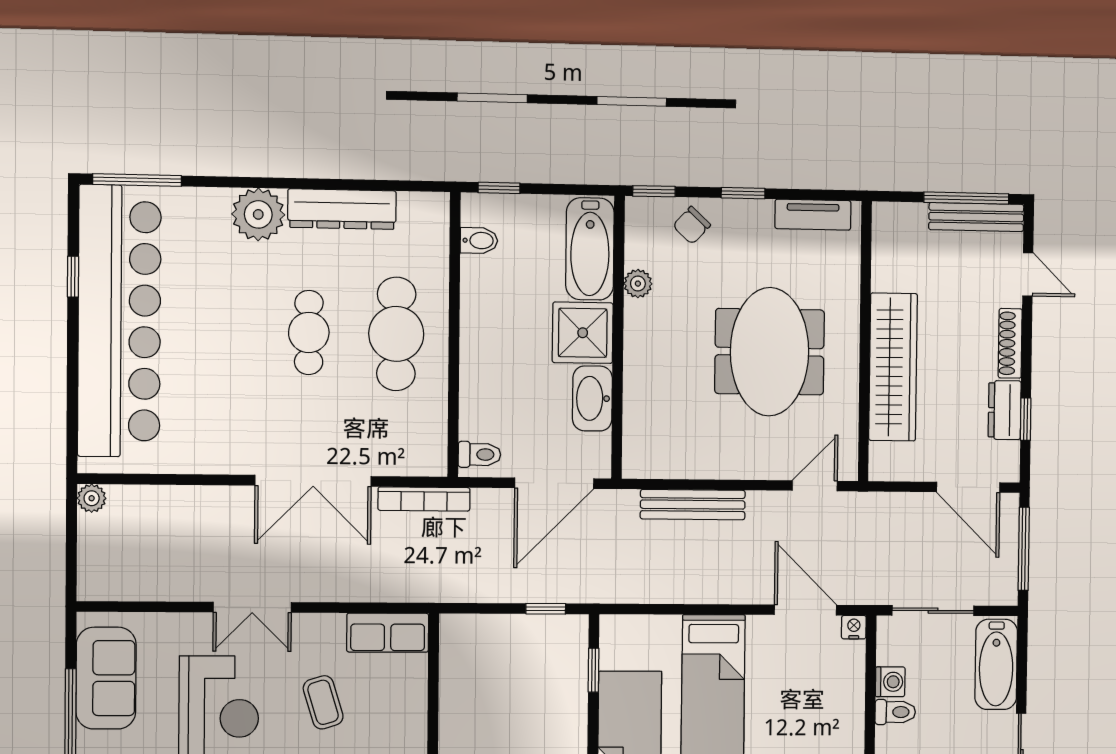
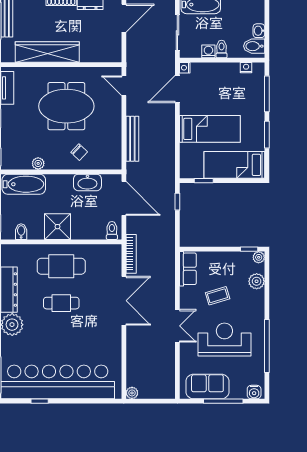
chair: (692, 225) -> (79, 152), moved
shower: (583, 333) -> (57, 227), moved
wardrobe: (893, 367) -> (47, 52), moved

